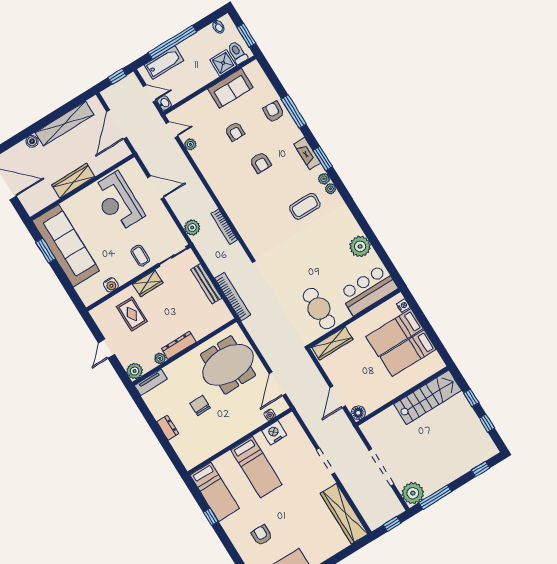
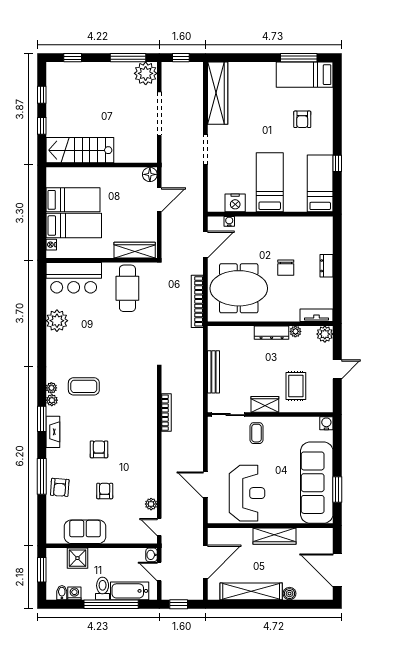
washing machine: (208, 33) -> (74, 593), added
toilet: (237, 53) -> (103, 588), moved, turned 180
plant: (192, 228) -> (195, 429), removed
water cooler: (111, 285) -> (326, 423), moved
bookcase: (233, 297) -> (197, 301), moved

